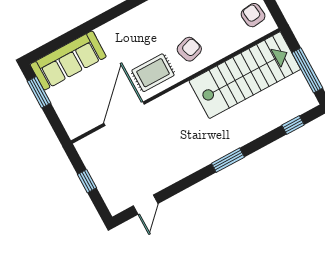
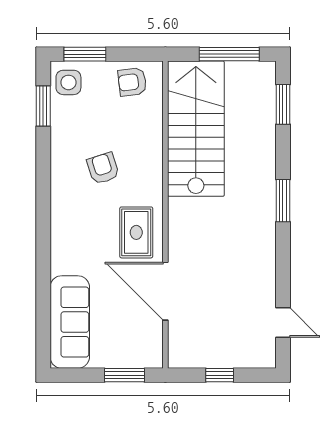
armchair: (189, 49) -> (103, 168), moved
window: (39, 92) -> (124, 375), moved
window: (293, 125) -> (283, 104), width x1.50

